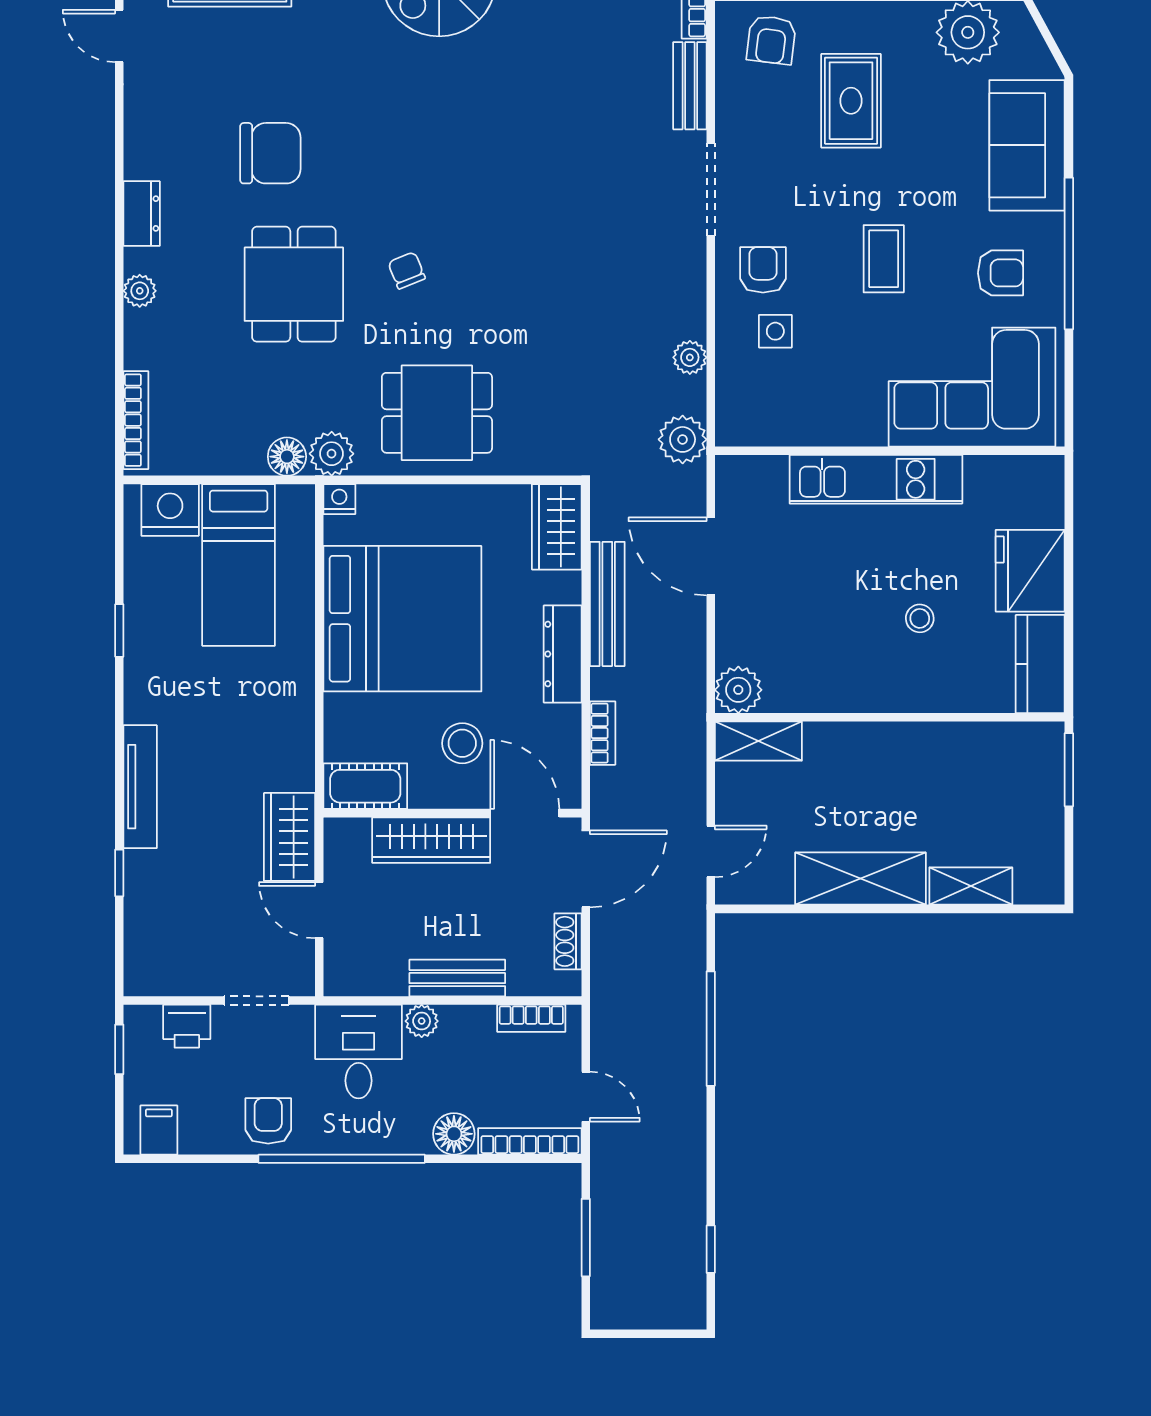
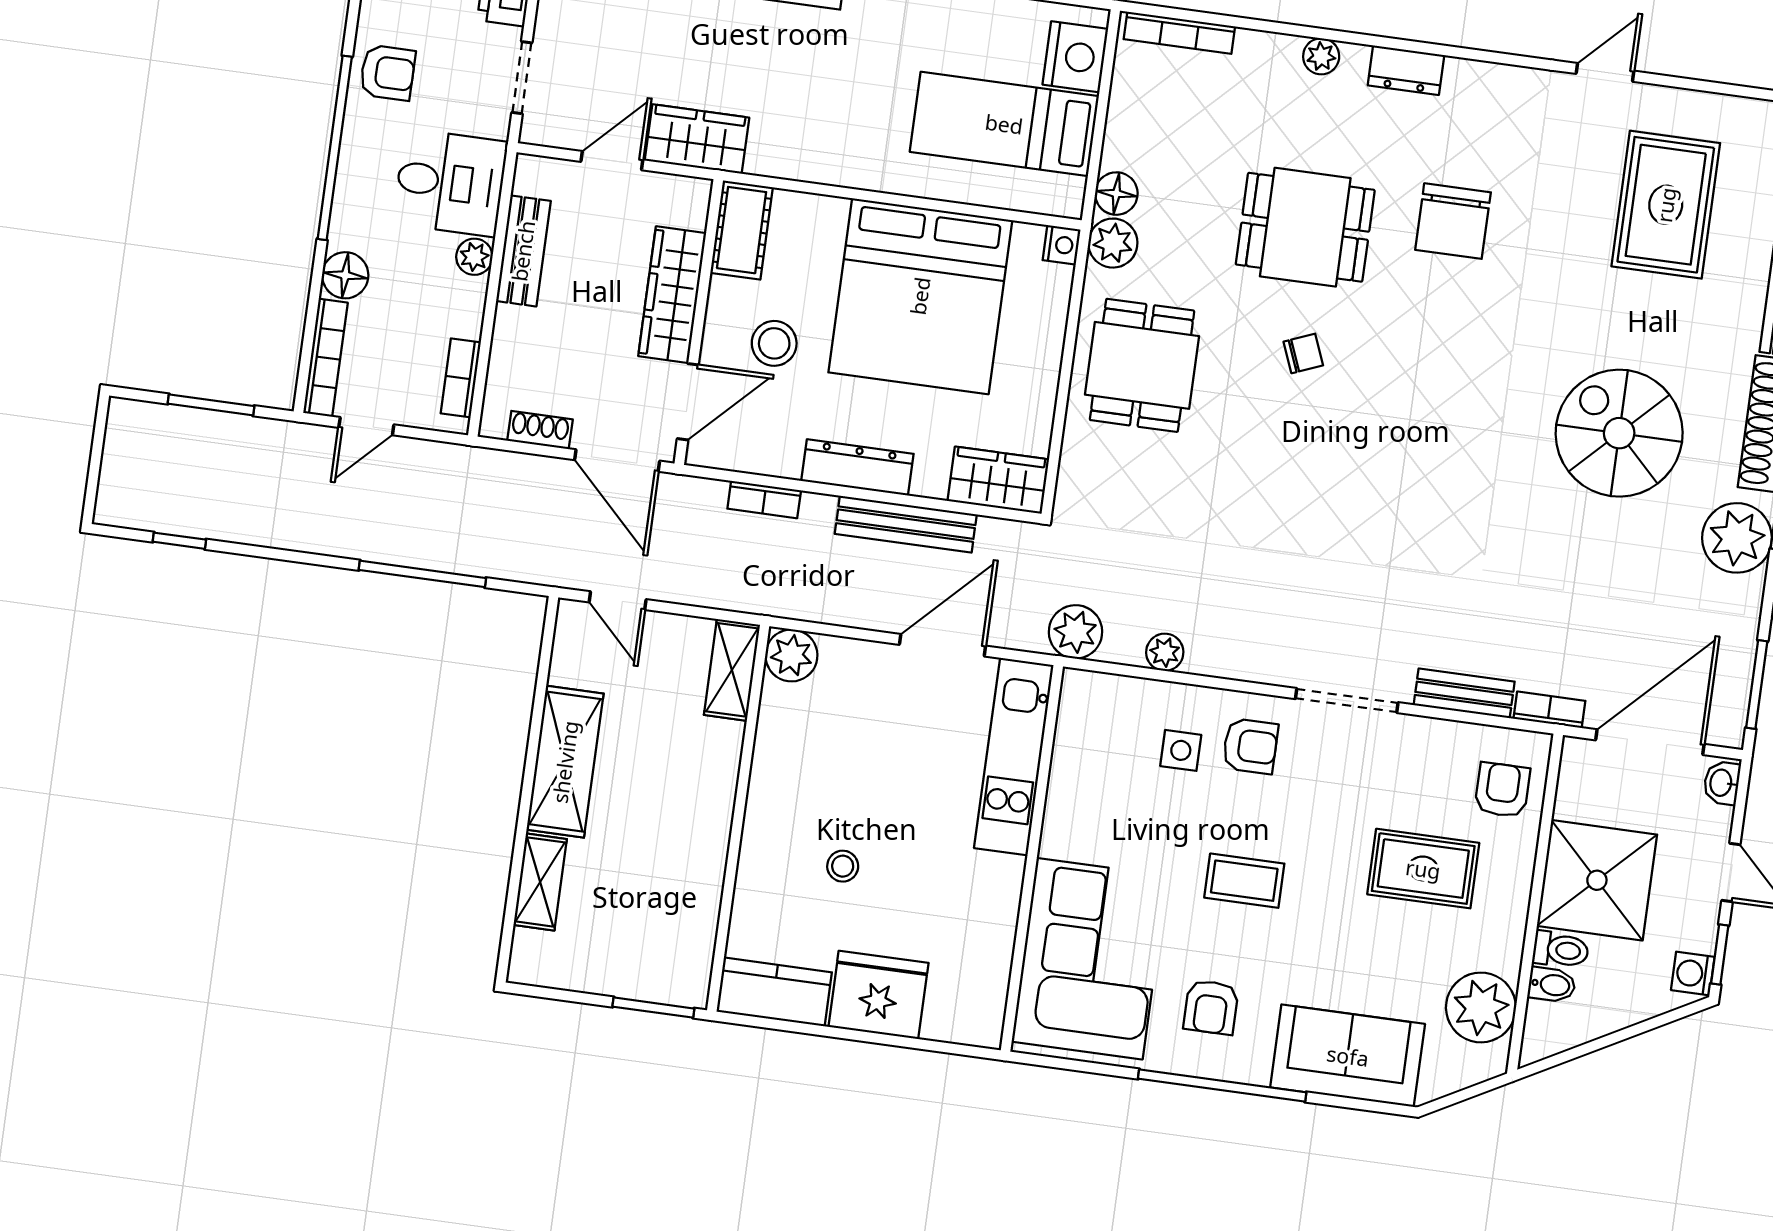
armchair: (771, 40) -> (1502, 790), turned 83
kitchen unit: (876, 479) -> (1014, 757), moved
bench: (457, 978) -> (523, 251), moved

